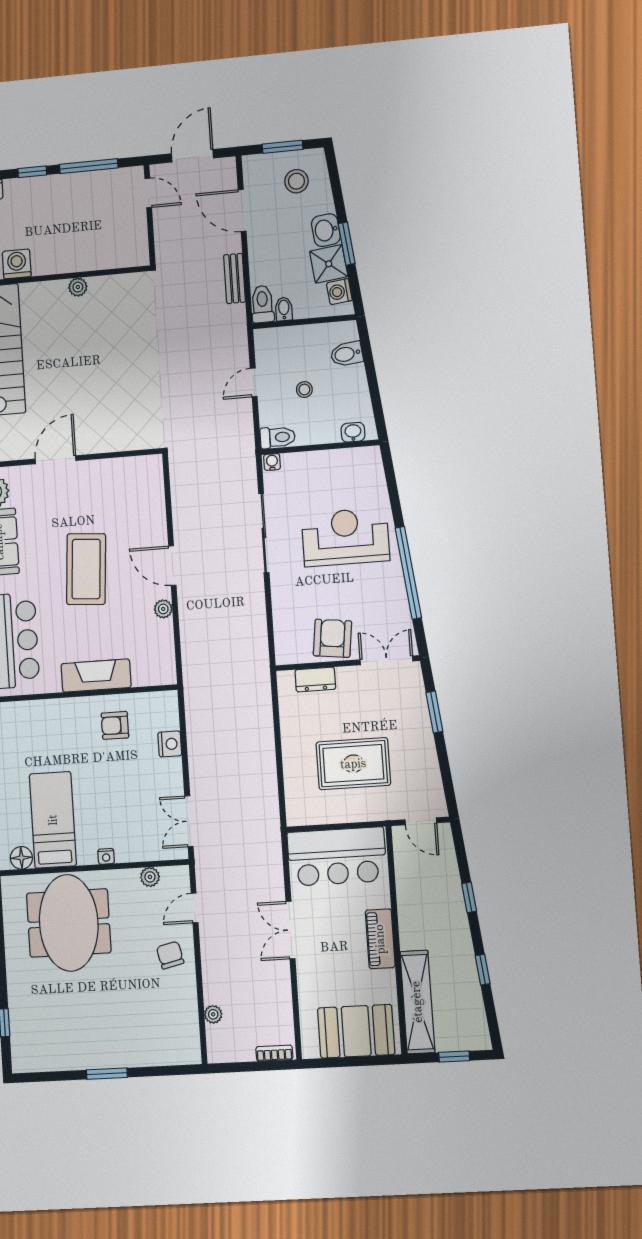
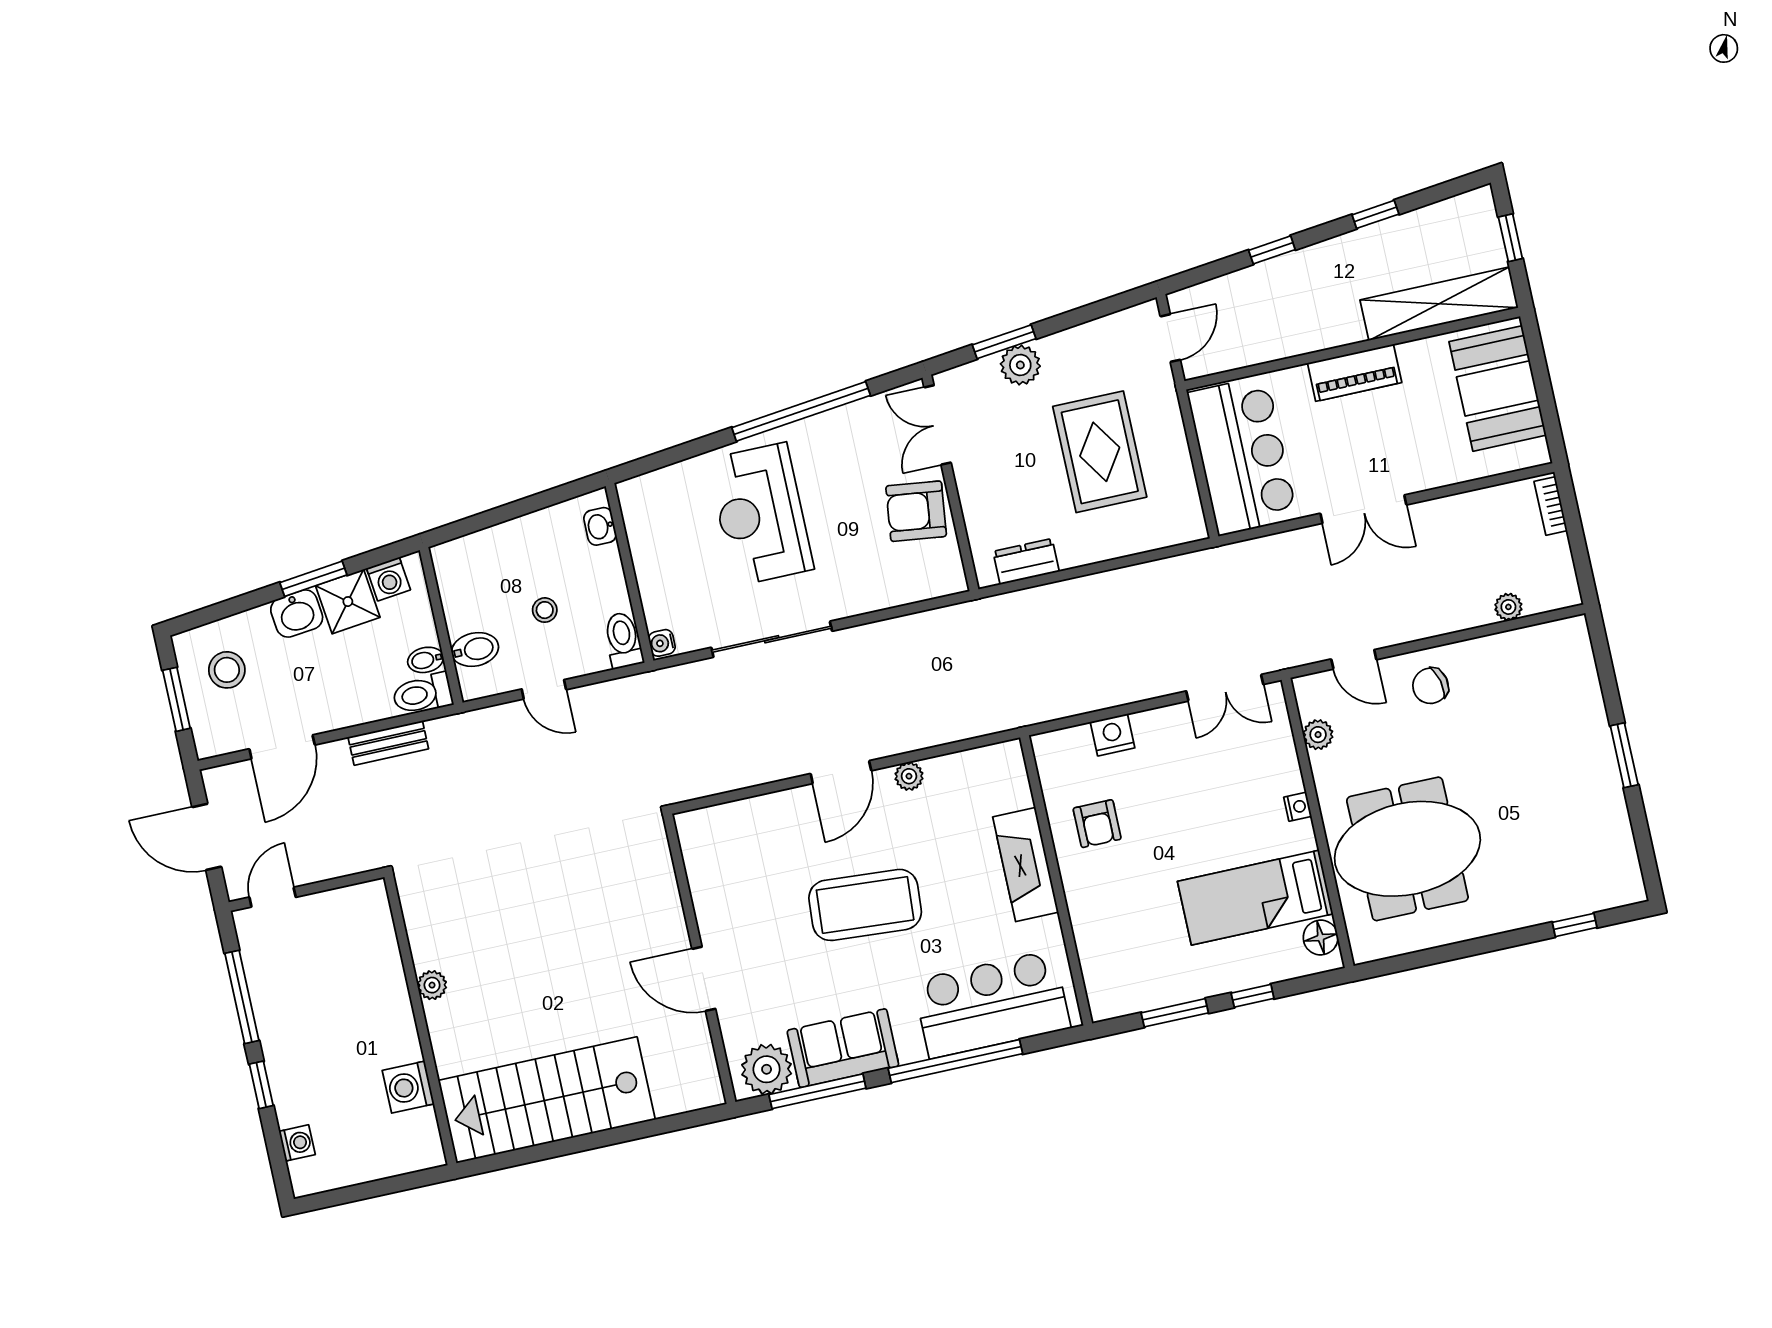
bidet: (347, 354) -> (475, 649), moved, turned -83
dresser: (315, 680) -> (1026, 561), moved, turned -90
plant: (418, 720) -> (1020, 365), added

